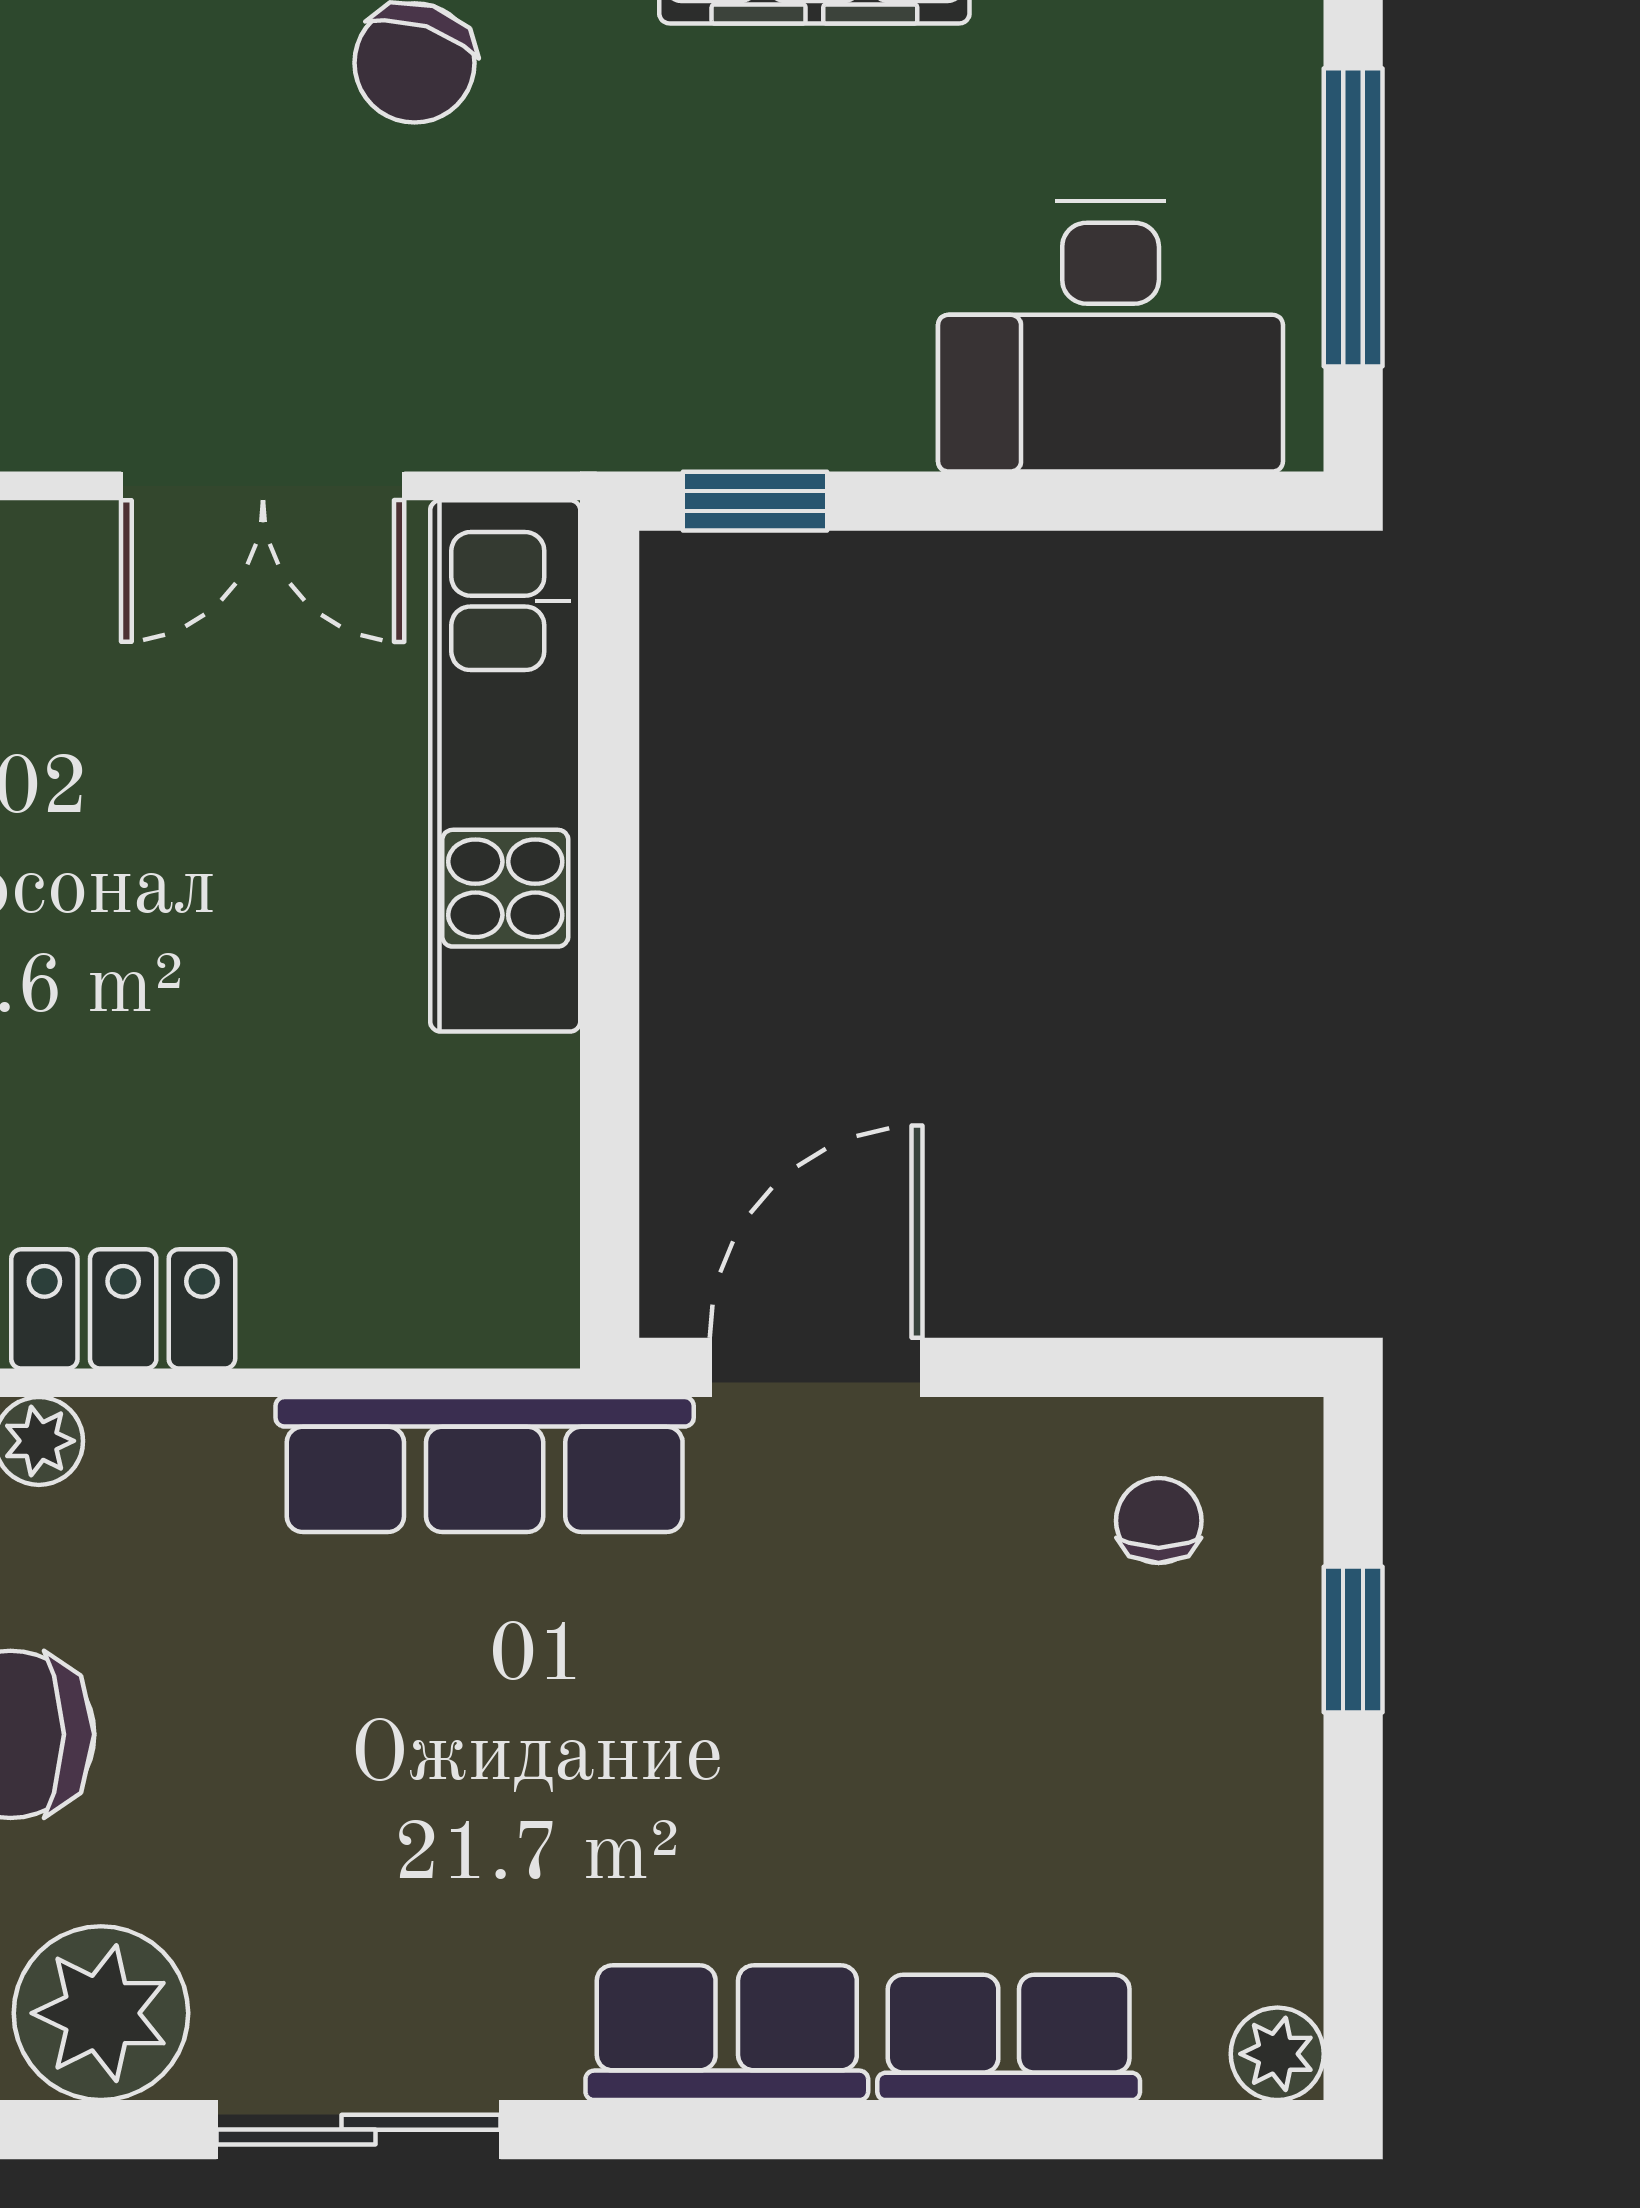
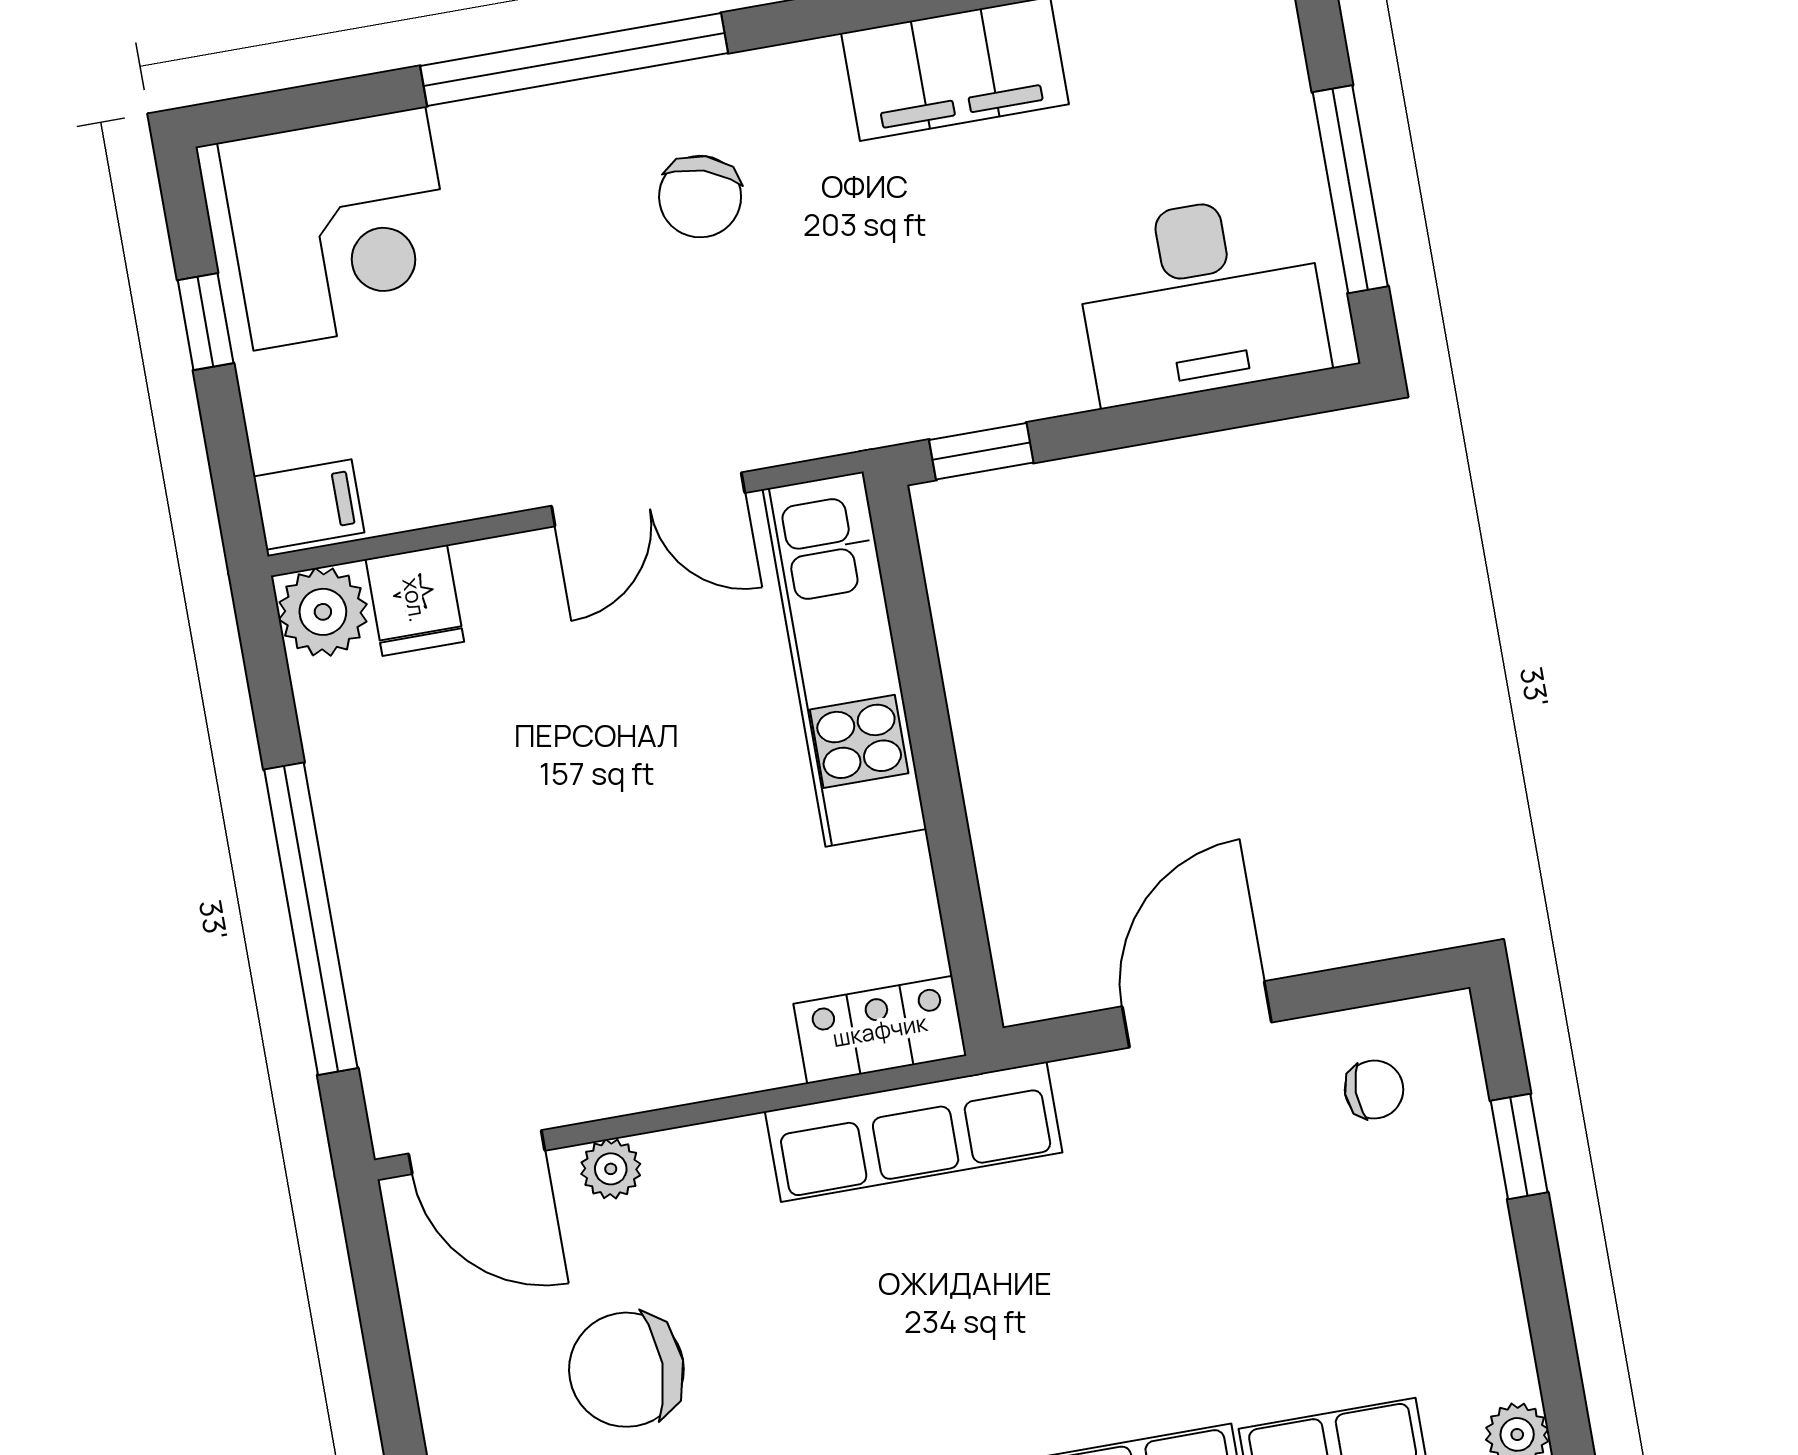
locker: (123, 1309) -> (880, 1030), moved
door: (816, 1367) -> (1197, 1014), moved
chair: (1159, 1521) -> (1374, 1090), turned 90

